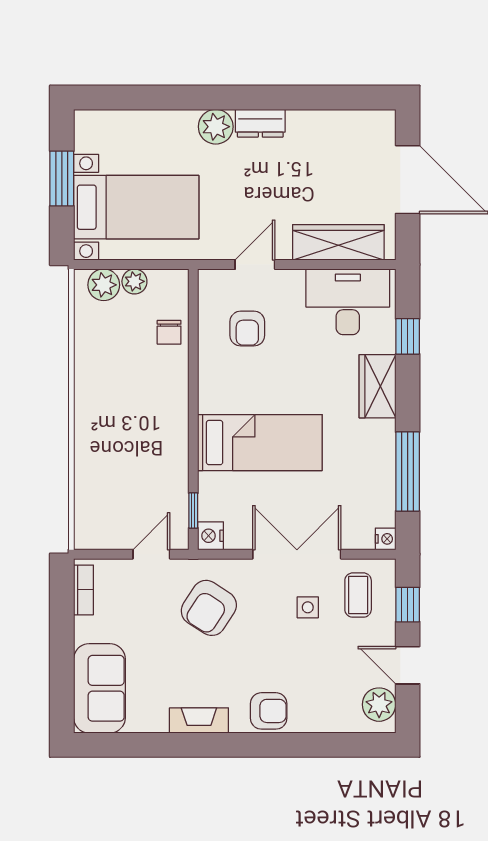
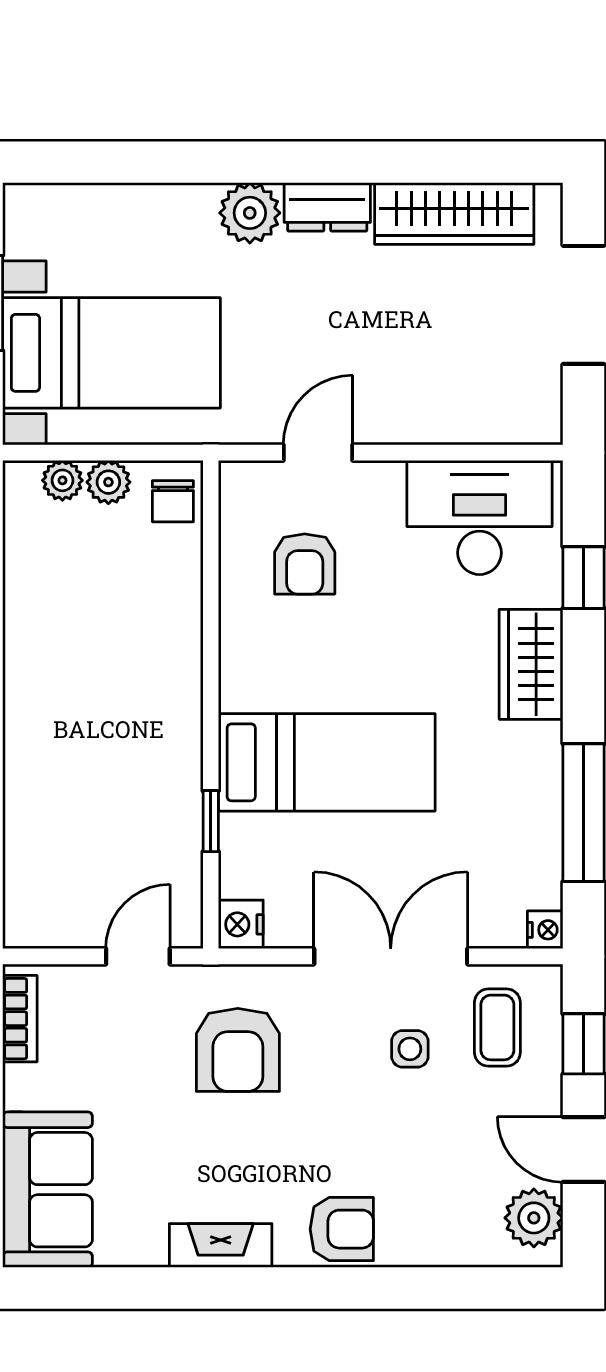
wardrobe: (338, 242) -> (454, 213), moved, turned 180
plant: (104, 285) -> (62, 480), width x0.73, depth x0.73
chair: (169, 332) -> (173, 501), moved
window: (193, 511) -> (211, 821), moved
armchair: (209, 608) -> (238, 1050), turned -33

